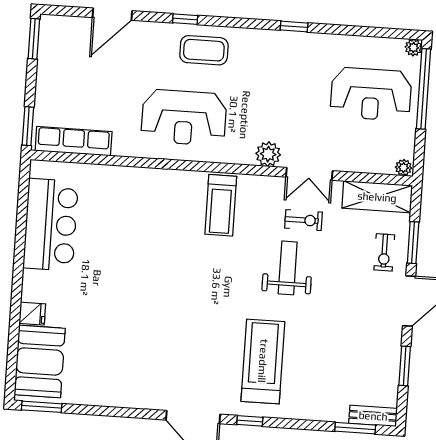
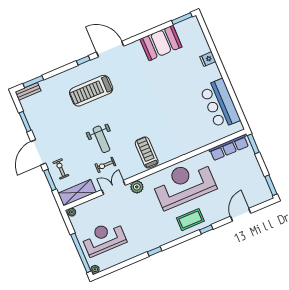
reception desk: (184, 118) -> (184, 184), width x1.36, depth x1.30
booth: (40, 361) -> (161, 43), moved, turned 90
treadmill: (263, 361) -> (91, 91), turned 90

